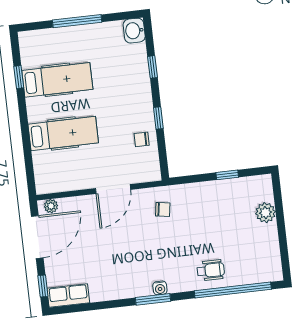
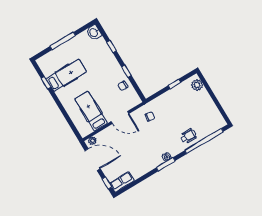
hospital bed: (63, 133) -> (91, 111), moved, turned -90
door: (113, 189) -> (120, 118), hinge flipped
plant: (265, 213) -> (197, 85), moved
door: (37, 237) -> (93, 160), hinge flipped

